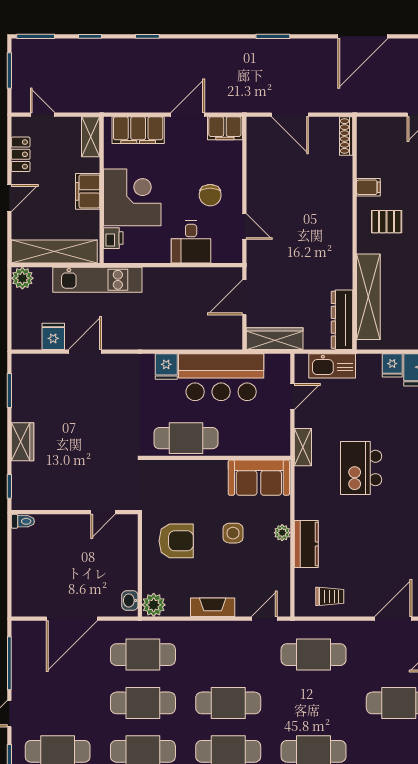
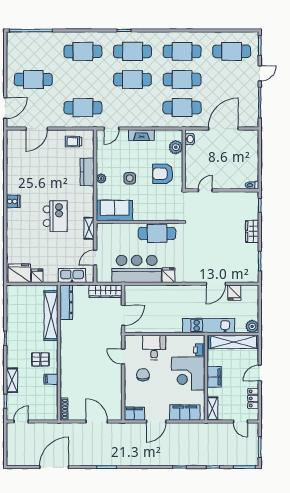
plant: (154, 605) -> (176, 147), moved

